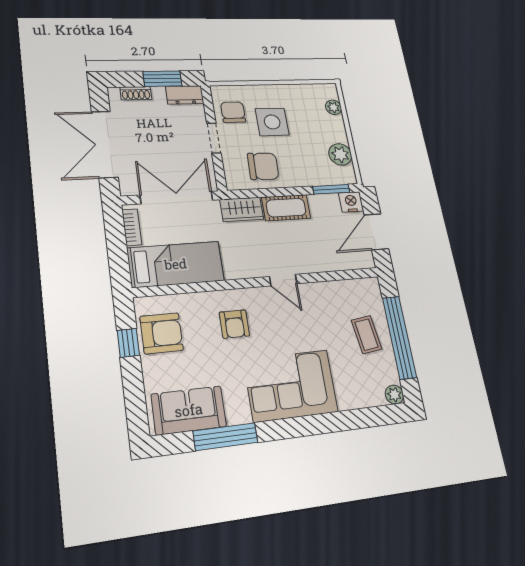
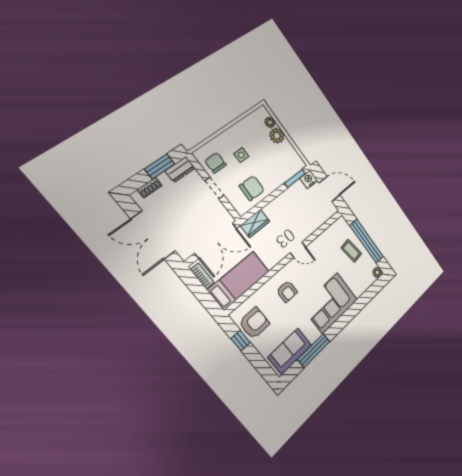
side table: (272, 122) -> (241, 155), width x0.54, depth x0.54
plant: (340, 154) -> (277, 136), moved
double door: (177, 198) -> (216, 241), swing flipped
cot: (286, 208) -> (278, 206), removed
door: (376, 232) -> (330, 189), swing flipped

